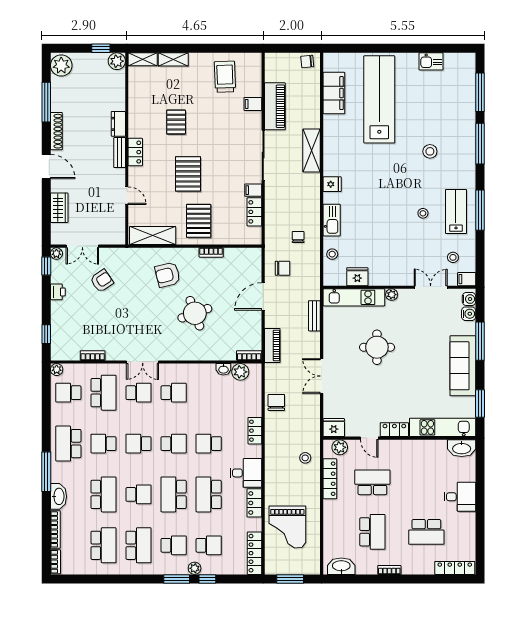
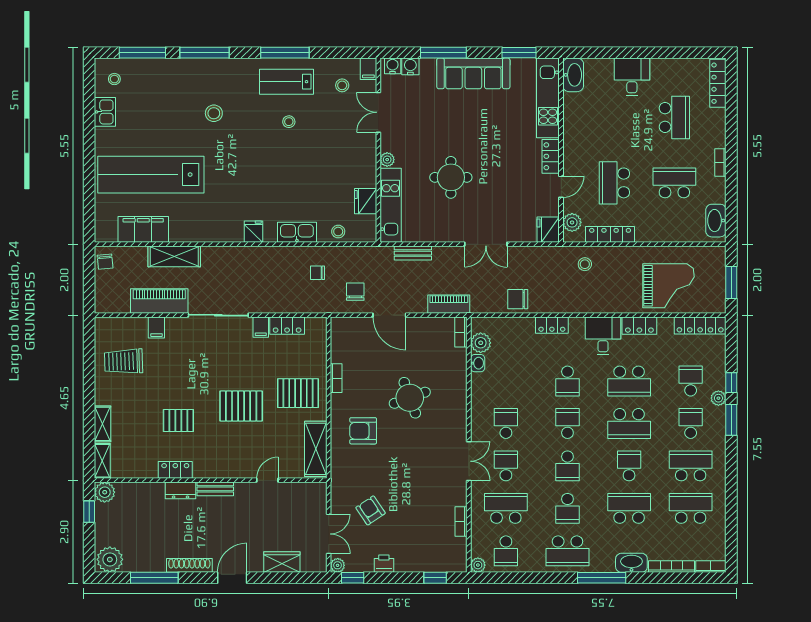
stool: (458, 69) -> (114, 79), added
shelving: (312, 151) -> (174, 256), moved
locker: (135, 152) -> (175, 470), moved
armchair: (168, 275) -> (363, 431), turned 104

